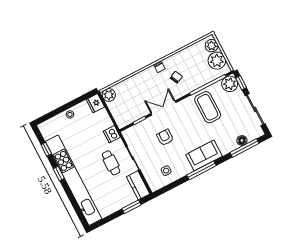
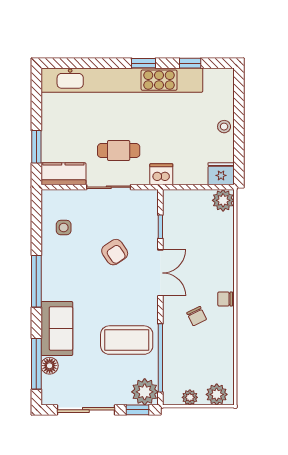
plant: (217, 61) -> (190, 397), width x0.53, depth x0.53
armchair: (165, 137) -> (115, 252), turned 56
sofa: (204, 155) -> (57, 328), moved

